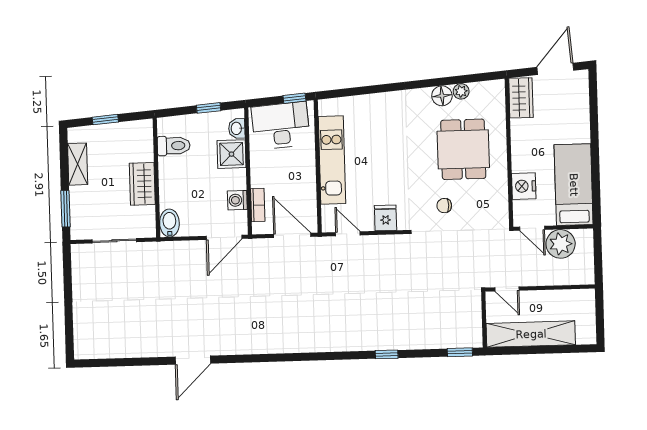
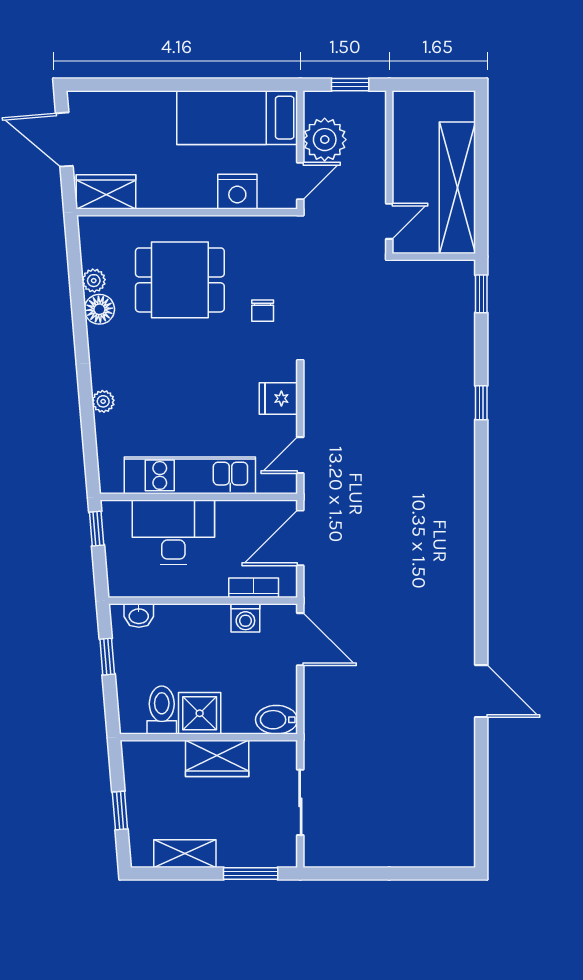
plant: (380, 100) -> (103, 401), added
desk: (281, 126) -> (173, 532), moved, turned 95
shower: (231, 154) -> (200, 713), moved
window: (598, 260) -> (350, 85), added

